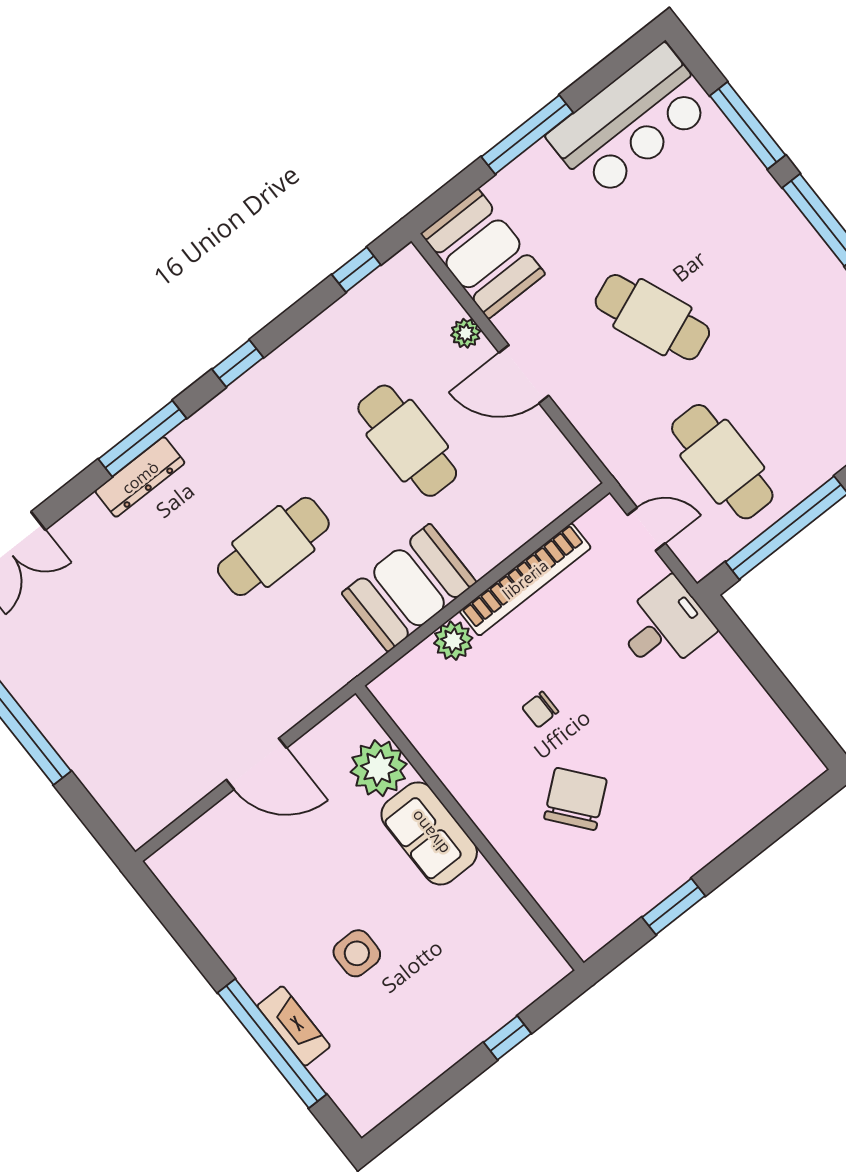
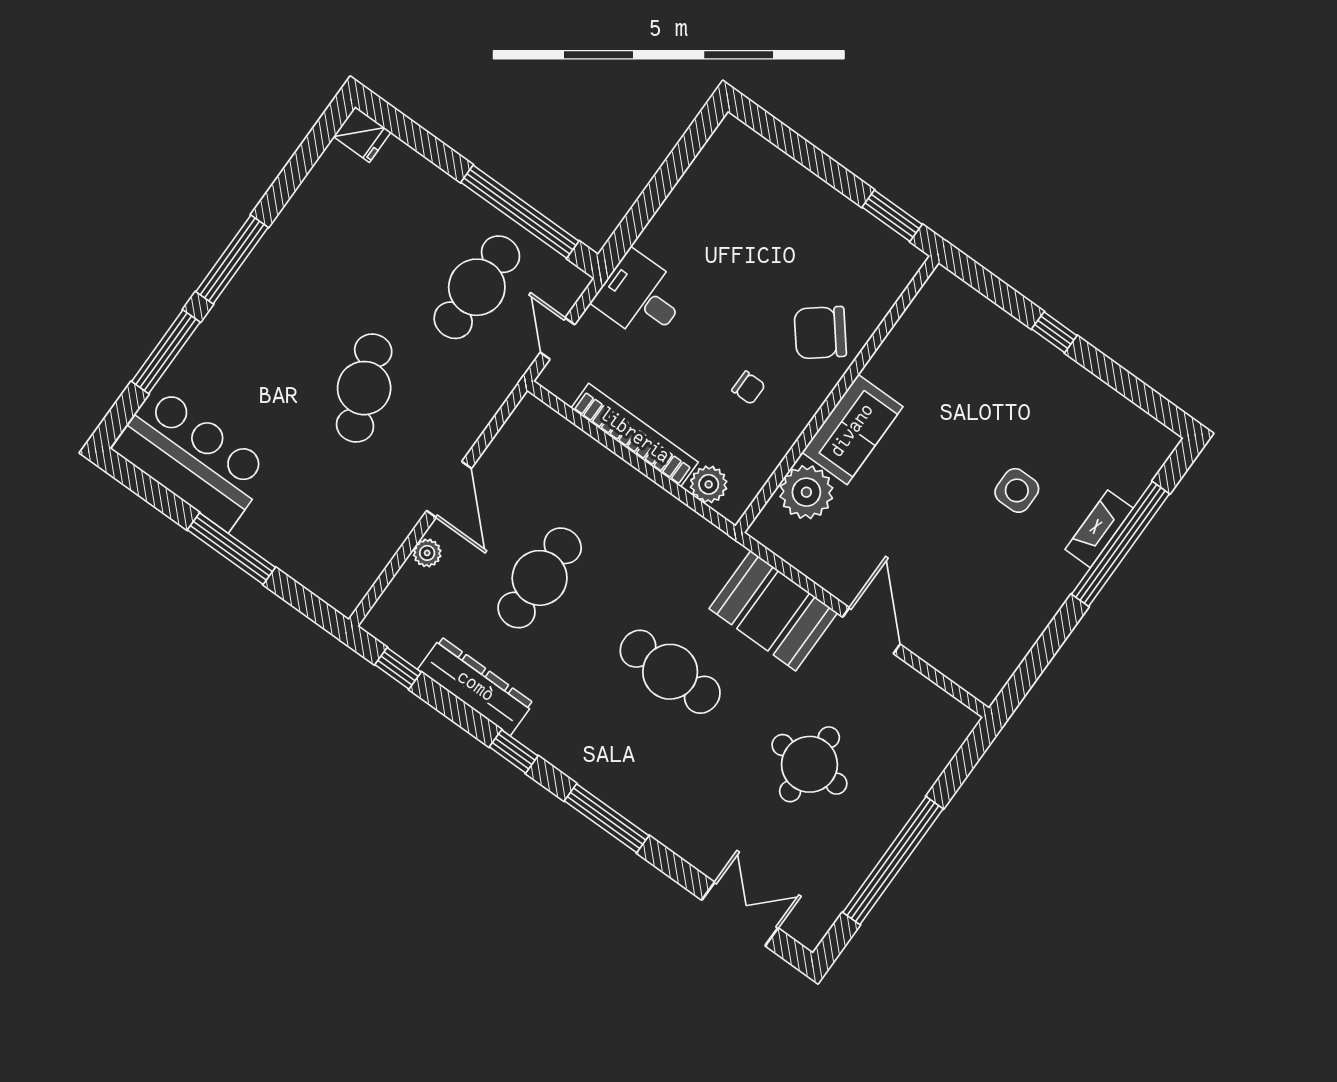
booth: (483, 254) -> (351, 558), removed
dresser: (140, 477) -> (476, 686), moved, width x1.37, depth x1.24
booth: (409, 588) -> (773, 611), moved
round table: (138, 662) -> (809, 764), added
plant: (379, 768) -> (806, 492), moved
wall: (470, 828) -> (837, 394), moved
sofa: (429, 833) -> (852, 430), moved

